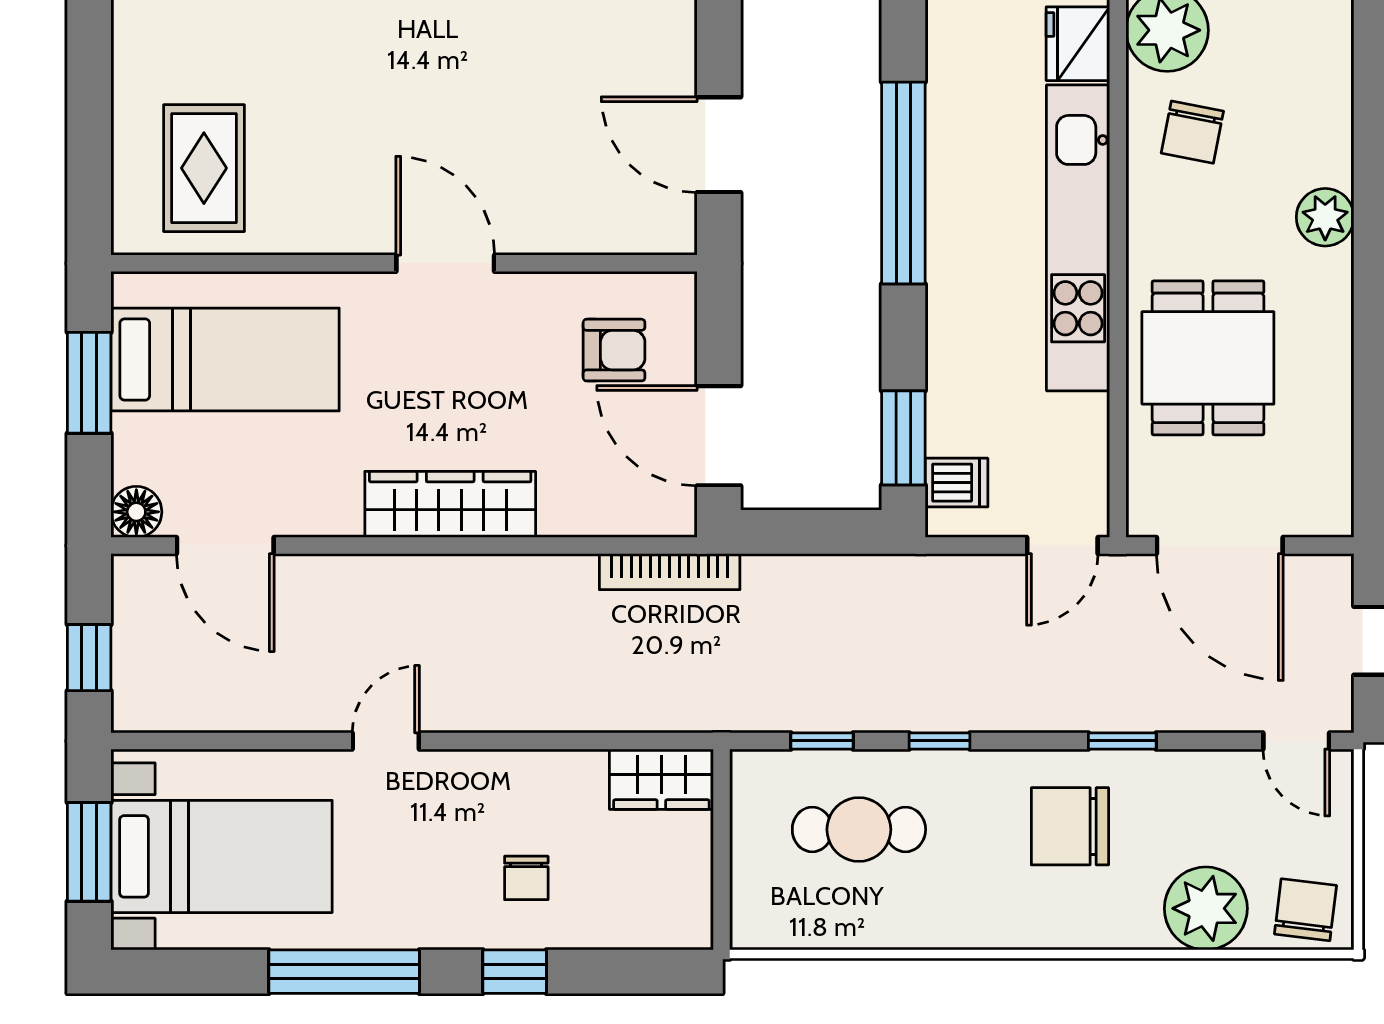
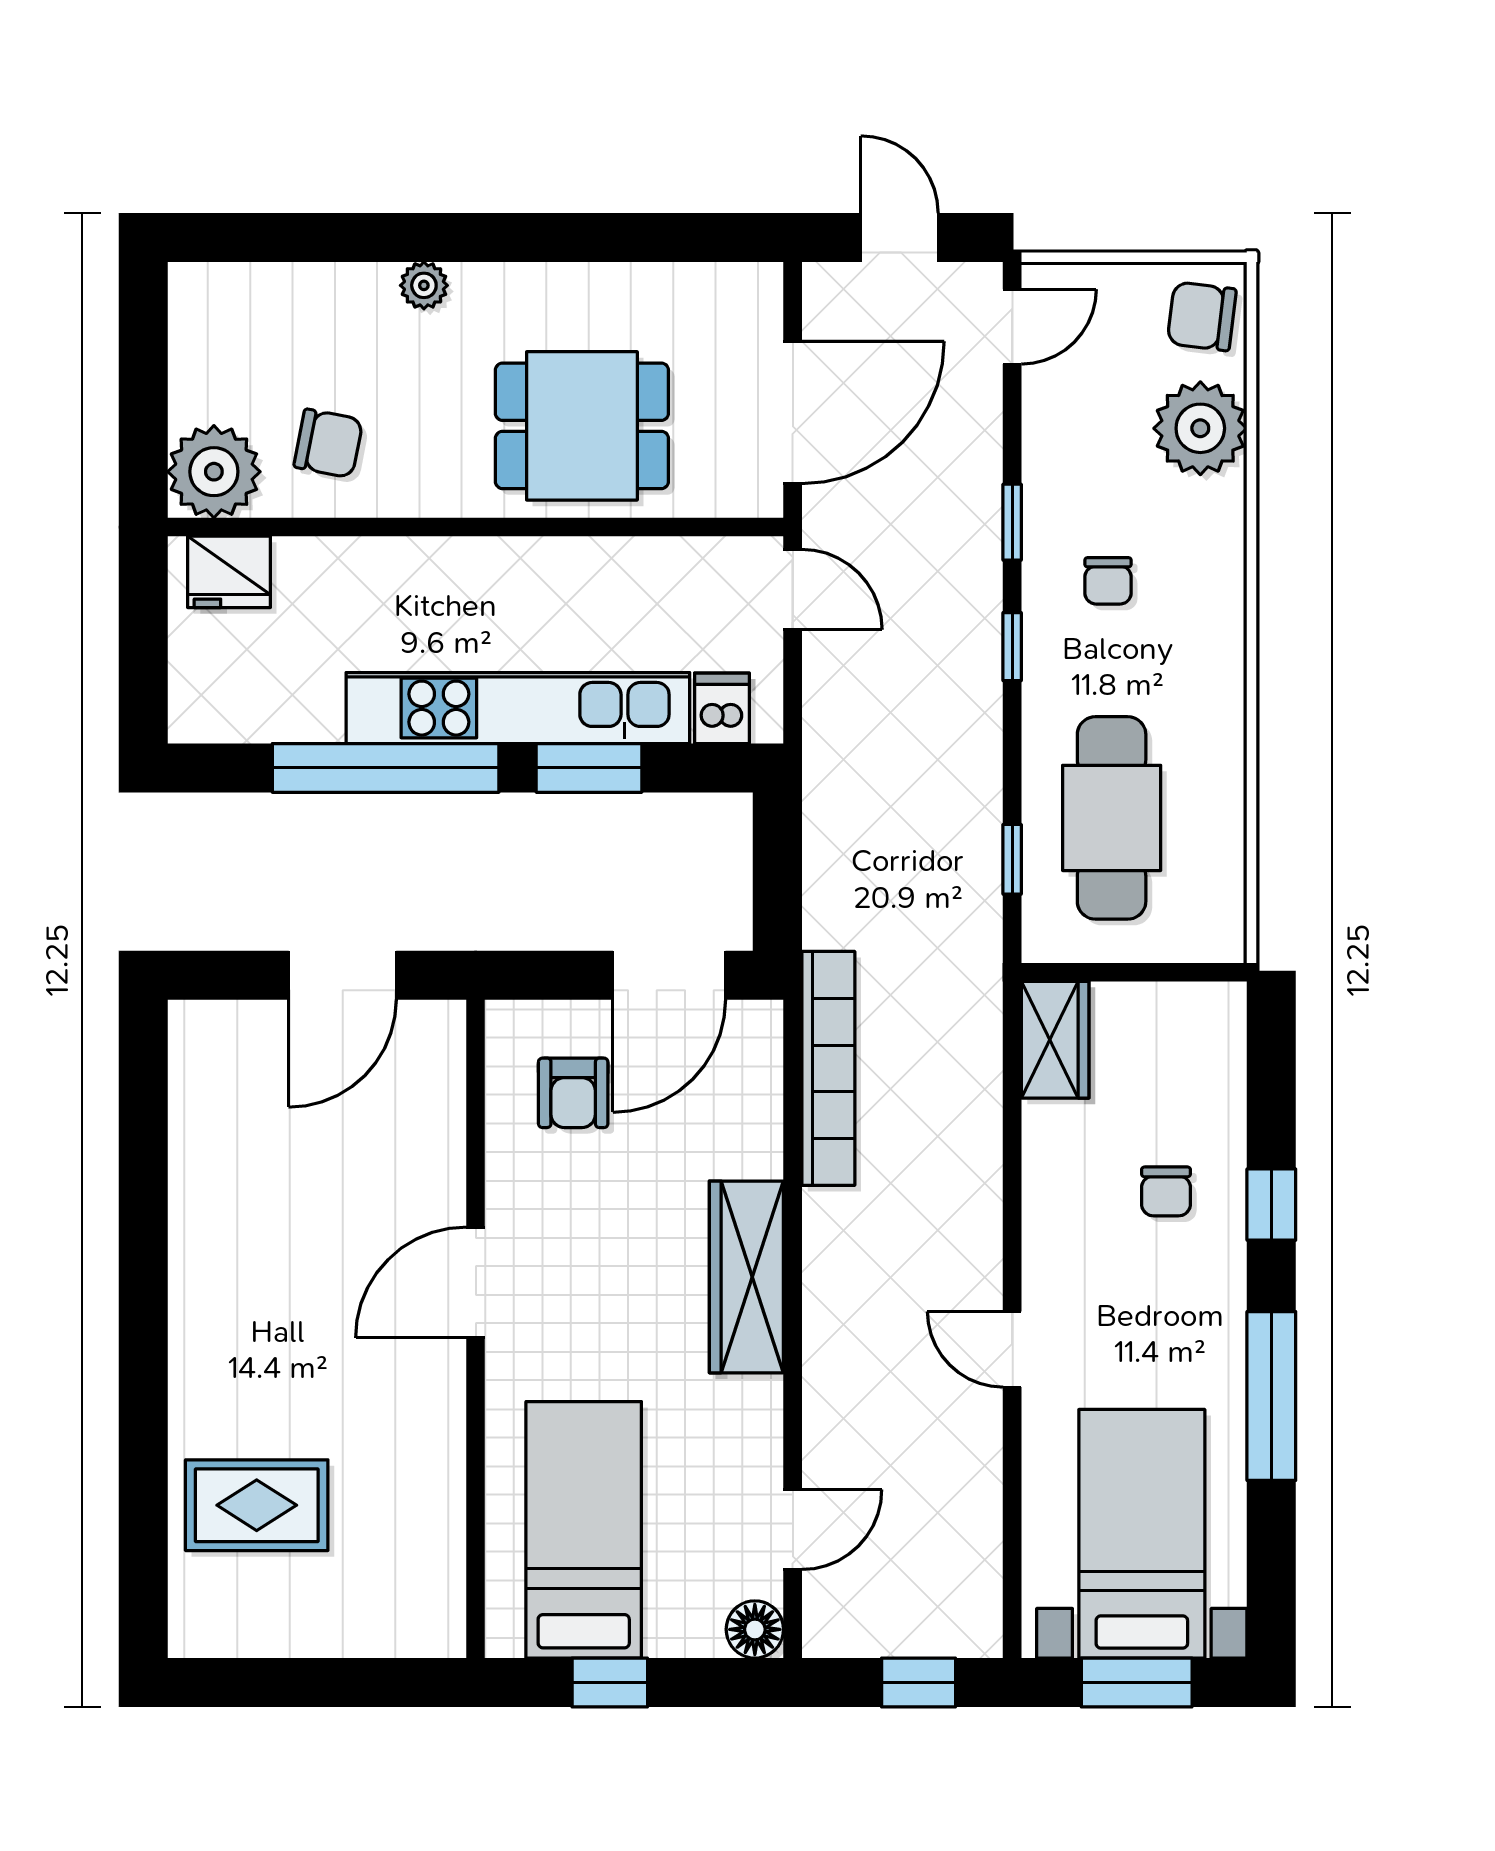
rug: (204, 168) -> (257, 1505), moved
plant: (1325, 217) -> (424, 285), width x0.73, depth x0.73
kitchen unit: (1078, 238) -> (518, 708), moved, turned 180
armchair: (614, 350) -> (573, 1093), turned 180
window: (89, 383) -> (610, 1683), width x0.67
window: (903, 438) -> (589, 768), moved
door: (225, 546) -> (793, 1530), width x0.73
bookcase: (670, 572) -> (828, 1068), width x1.48, depth x1.31
window: (940, 741) -> (1012, 647), moved
chair: (1070, 826) -> (1108, 581), width x0.54, depth x0.54
cafe table: (859, 829) -> (1112, 818), width x1.37, depth x1.35
chair: (526, 878) -> (1166, 1191), turned 90

